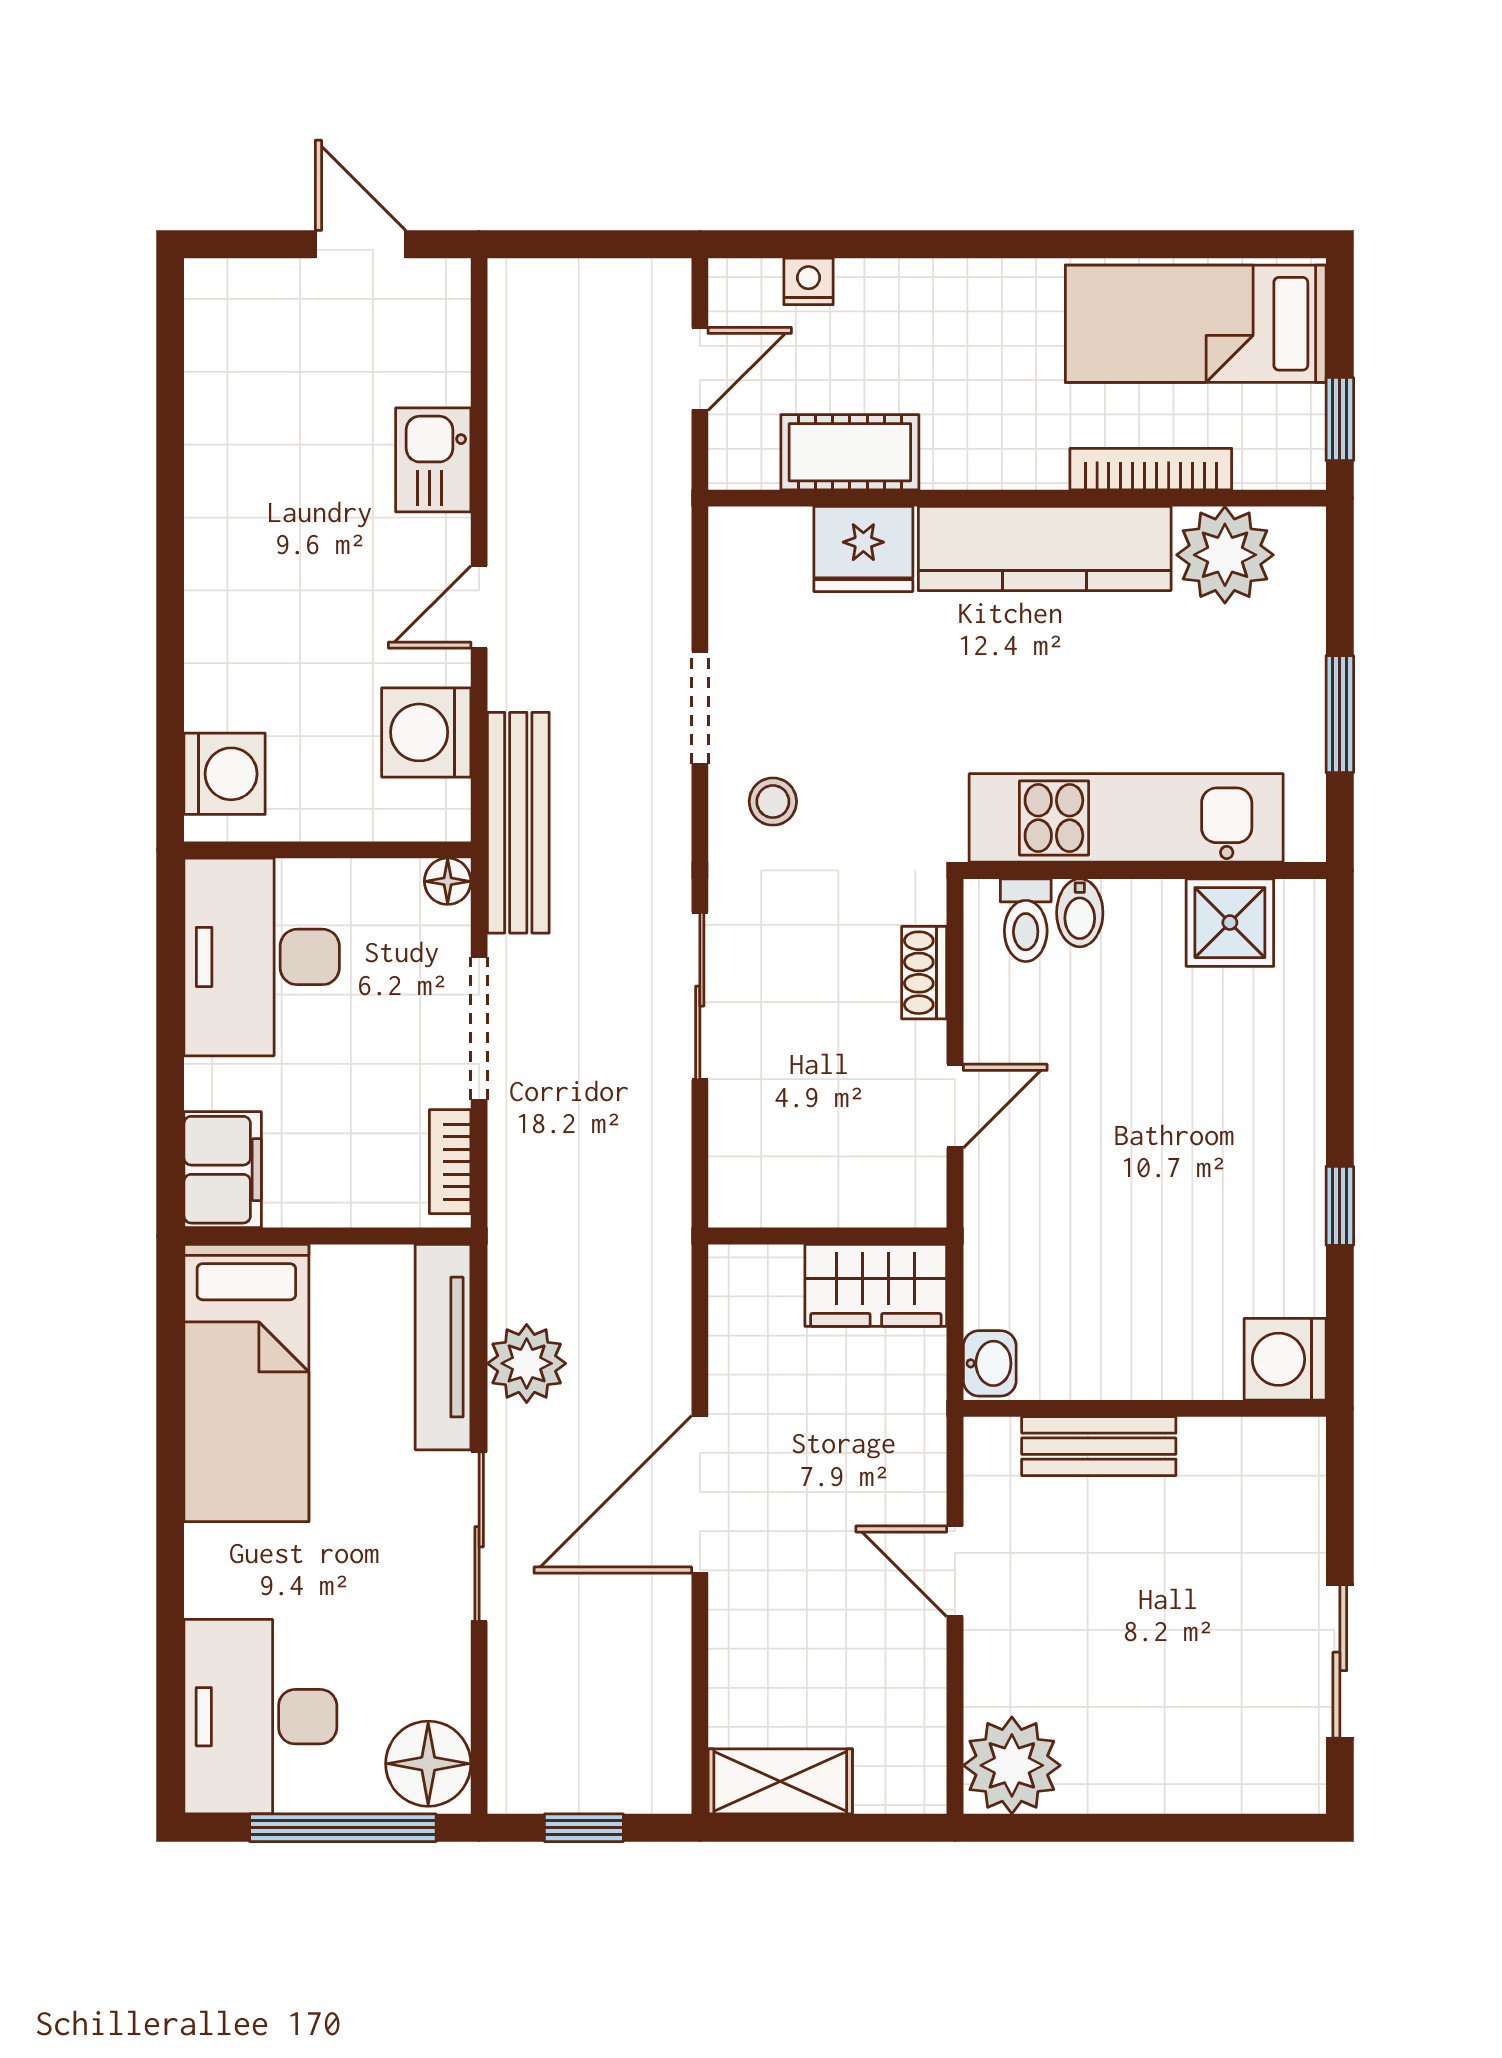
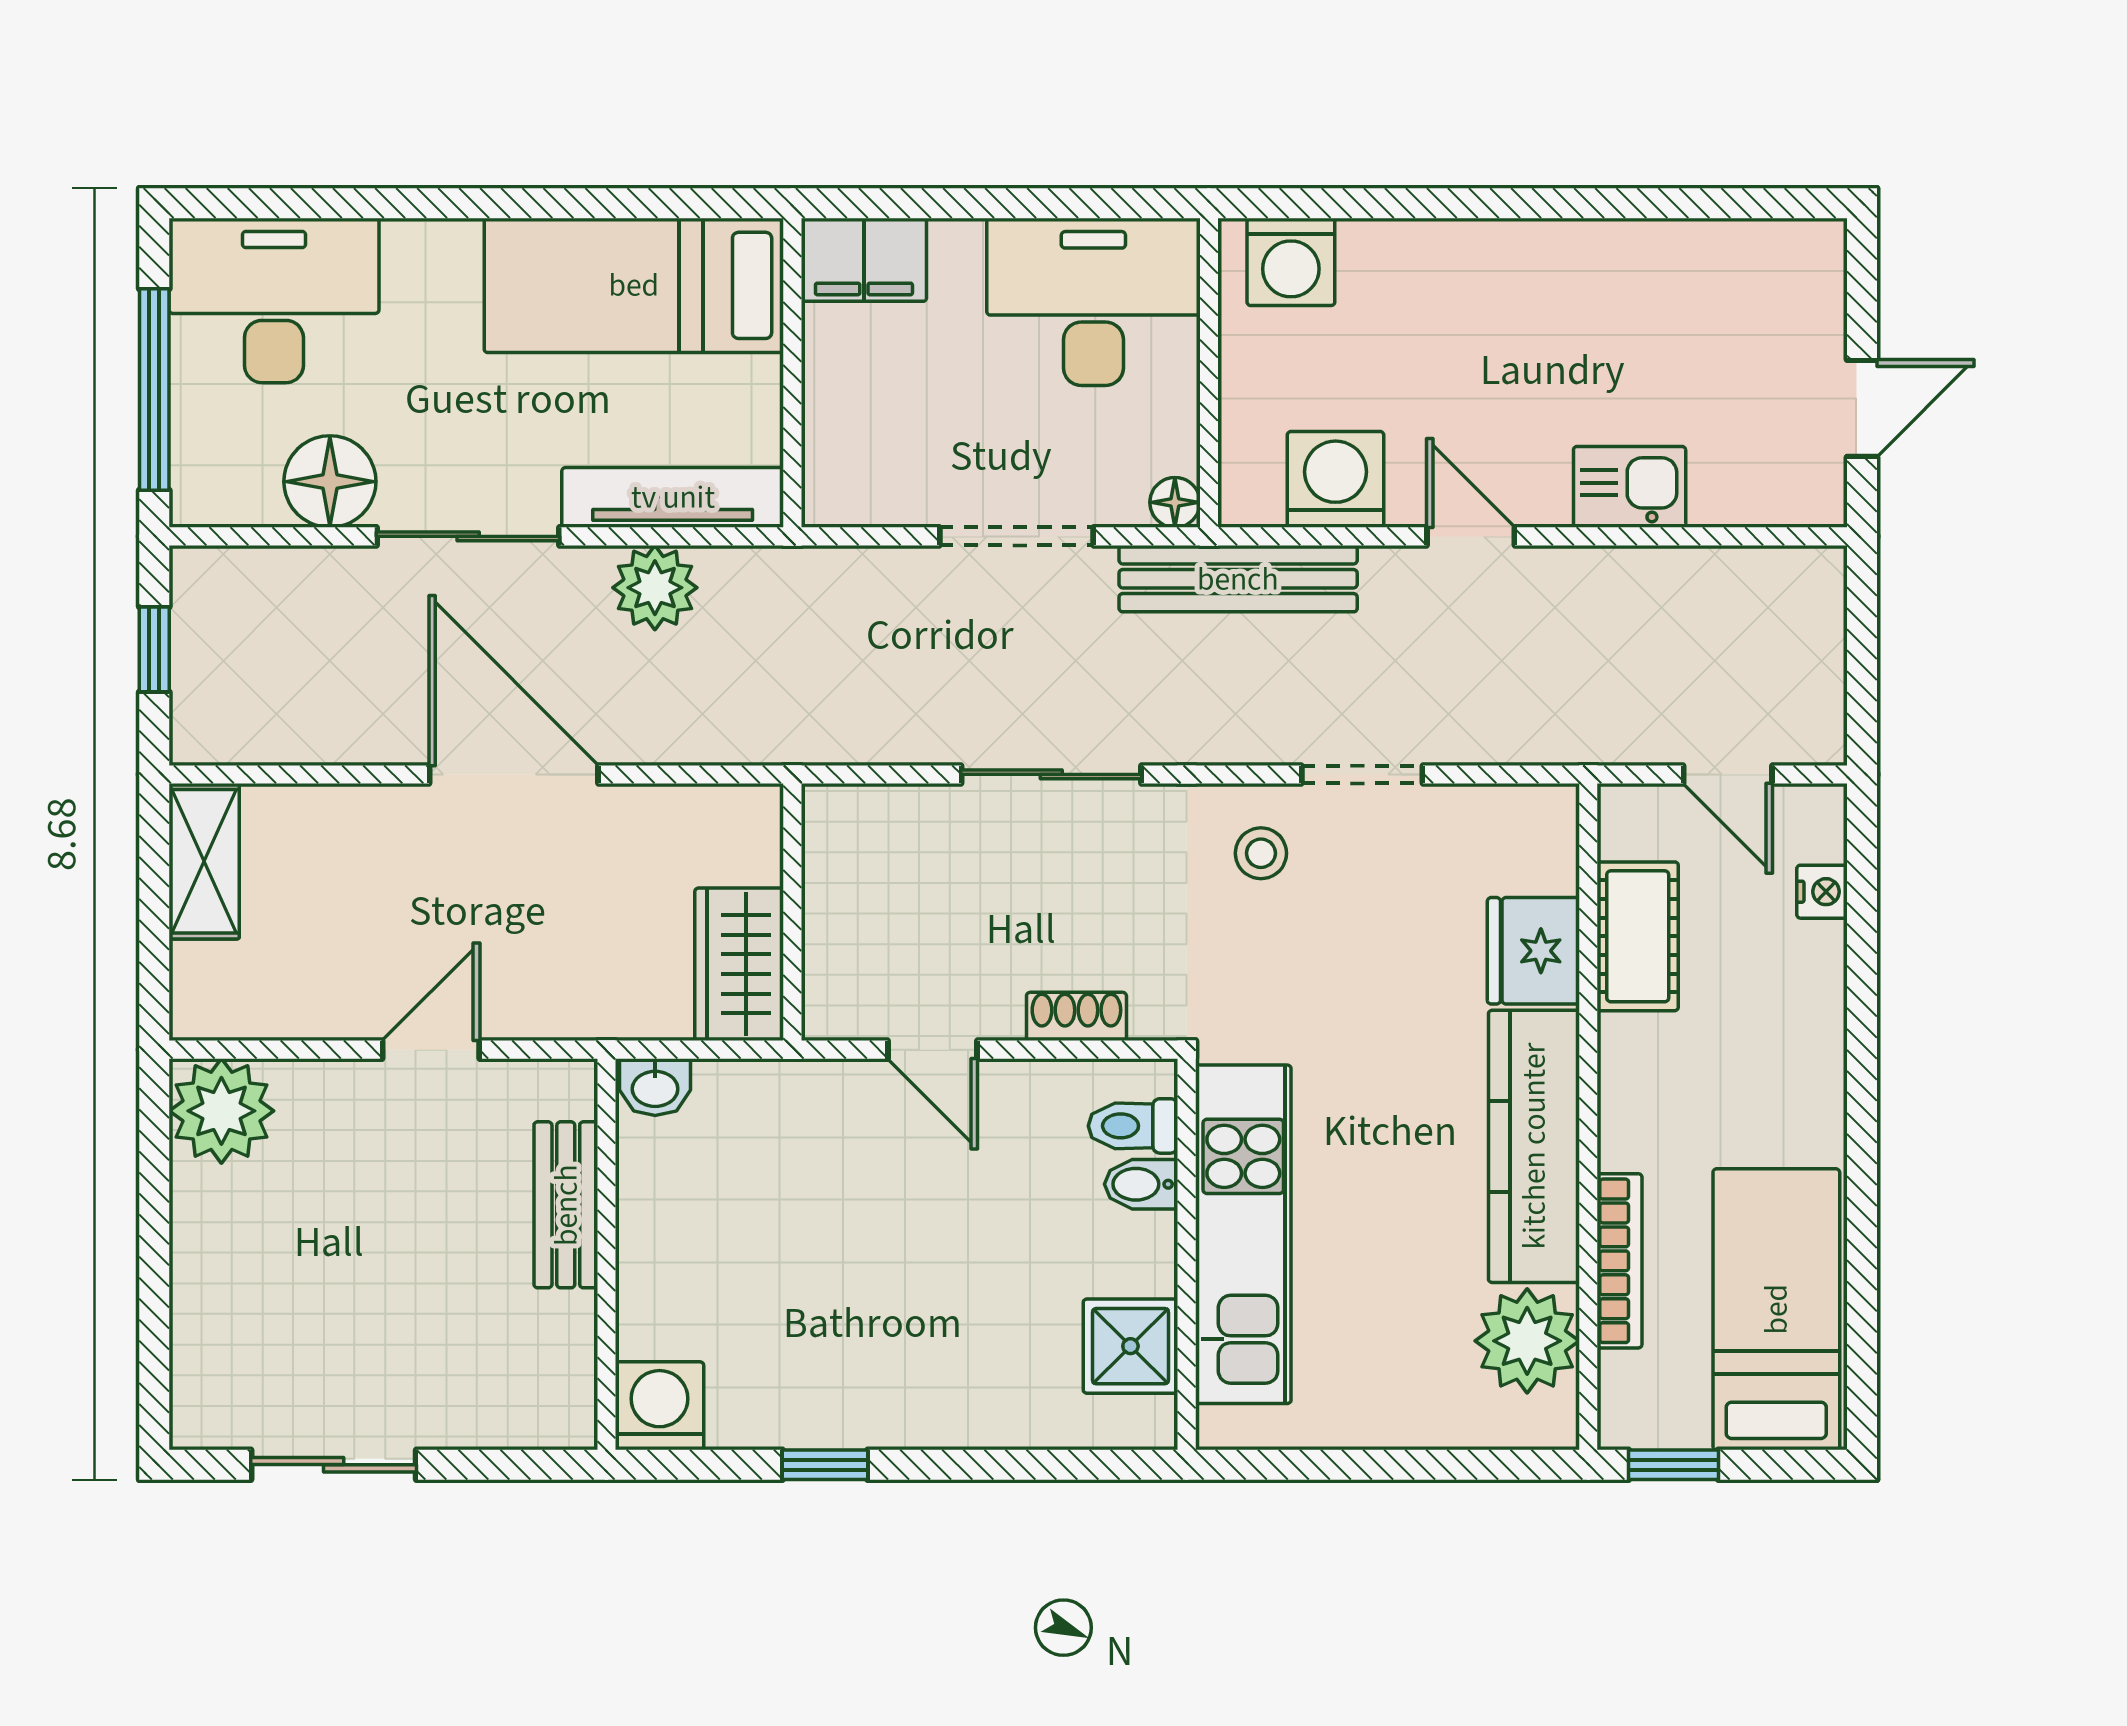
window: (1340, 714) -> (1355, 1465), removed
bookcase: (450, 1162) -> (873, 505), removed
floor lamp: (428, 1764) -> (330, 482), moved

